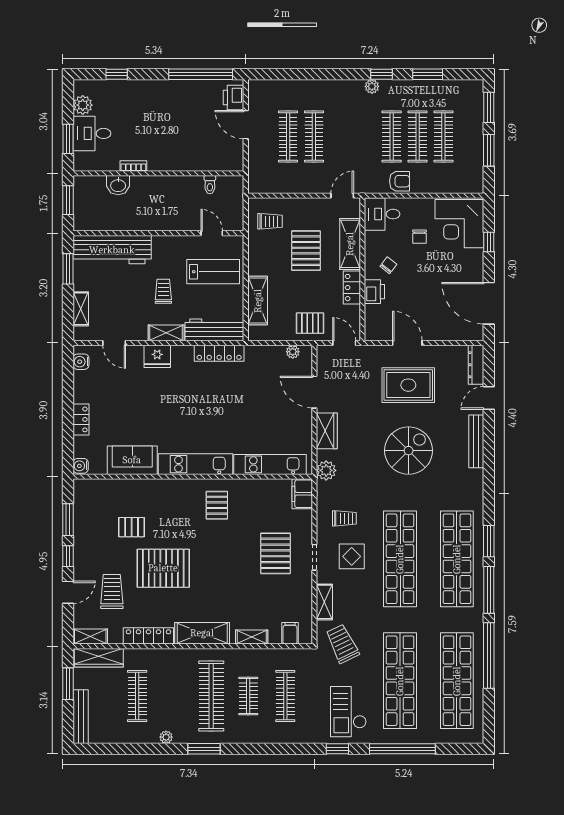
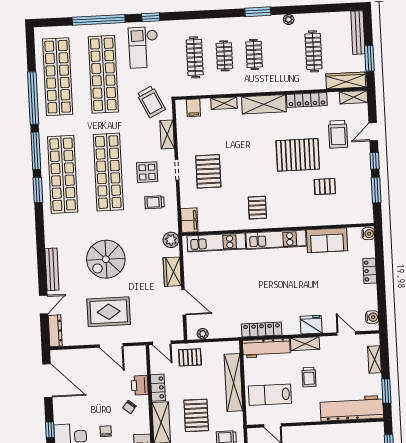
shelving: (258, 301) -> (233, 383), width x1.47
clothes rail: (211, 696) -> (254, 54), width x0.54, depth x0.76
checkout: (348, 712) -> (144, 47), turned 180

